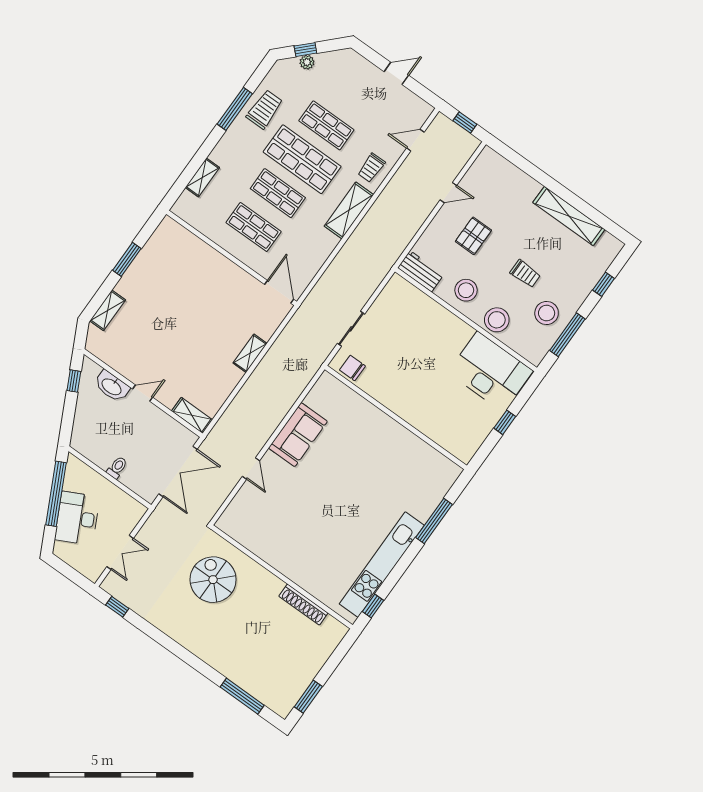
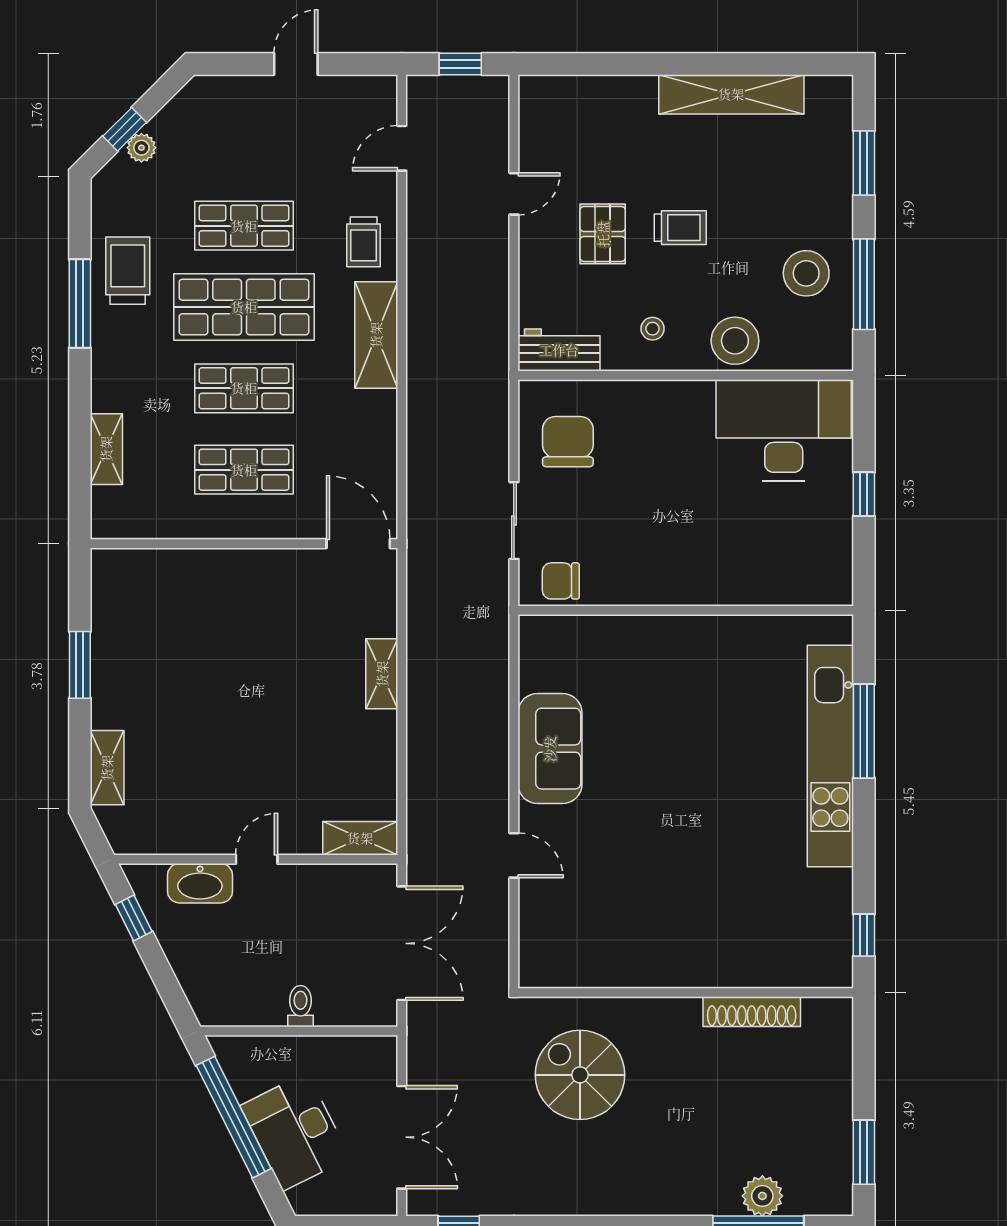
trolley: (525, 274) -> (680, 228), moved
window: (604, 284) -> (864, 163), width x1.50
stool: (466, 290) -> (653, 329), width x0.53, depth x0.53
chair: (397, 312) -> (568, 442), added
double door: (120, 552) -> (402, 1137), width x1.37
kitchen unit: (382, 565) -> (830, 756), moved
plant: (253, 685) -> (762, 1196), added

